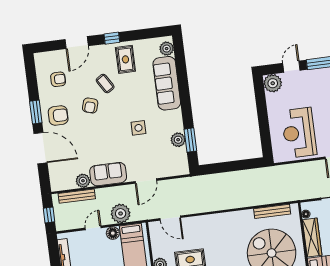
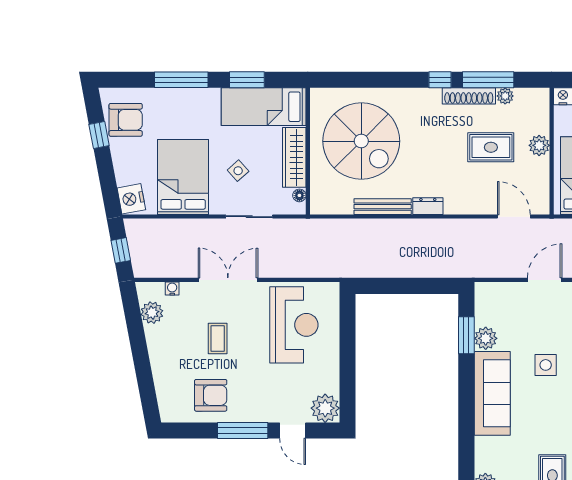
door: (291, 67) -> (293, 431), hinge flipped
sofa: (167, 83) -> (492, 393), moved
bench: (272, 211) -> (383, 207), moved
dresser: (225, 218) -> (428, 206), added

